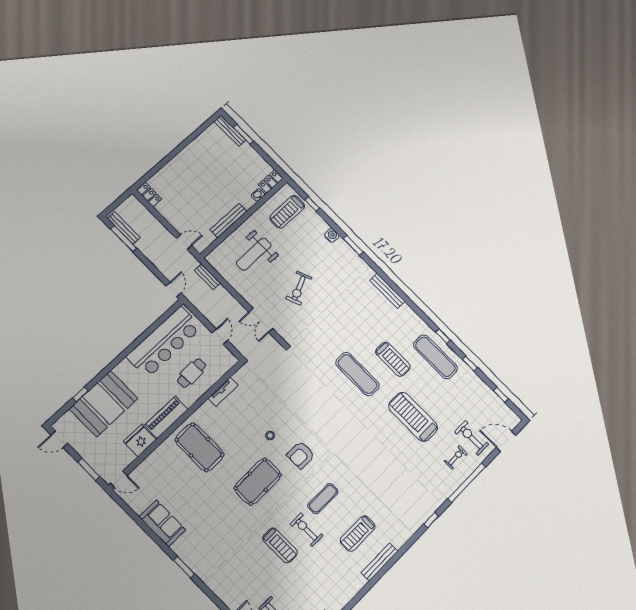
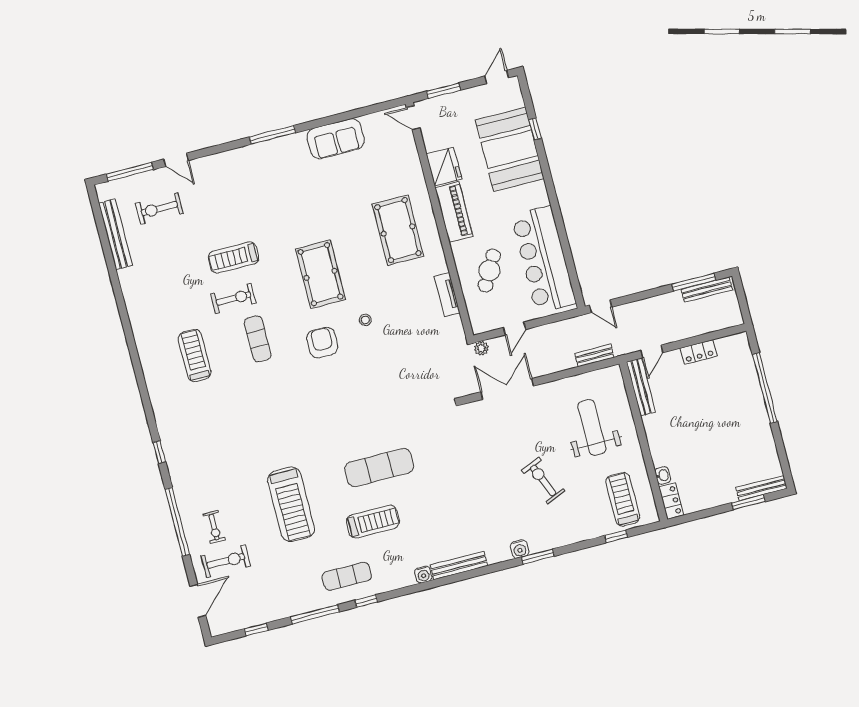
window: (166, 160) -> (765, 388), added
locker: (149, 195) -> (699, 352), moved
bench: (228, 221) -> (641, 387), moved
water cooler: (332, 235) -> (520, 549), moved
exercise bike: (299, 288) -> (543, 481), moved
water cooler: (406, 310) -> (423, 575), added
double door: (261, 320) -> (507, 389), width x1.37
door: (220, 337) -> (514, 328), hinge flipped
plant: (245, 351) -> (481, 348), added
exercise mat: (435, 357) -> (347, 576), width x0.73, depth x0.69
treadmill: (393, 359) -> (373, 522), turned 180
window: (470, 364) -> (315, 614), width x2.17
cafe table: (192, 373) -> (489, 271), turned 32
treadmill: (413, 417) -> (291, 504), turned 90
pool table: (200, 447) -> (398, 230), turned 90
door: (119, 479) -> (413, 118), hinge flipped
bench: (380, 562) -> (148, 362), removed
window: (184, 567) -> (273, 135), width x1.44

